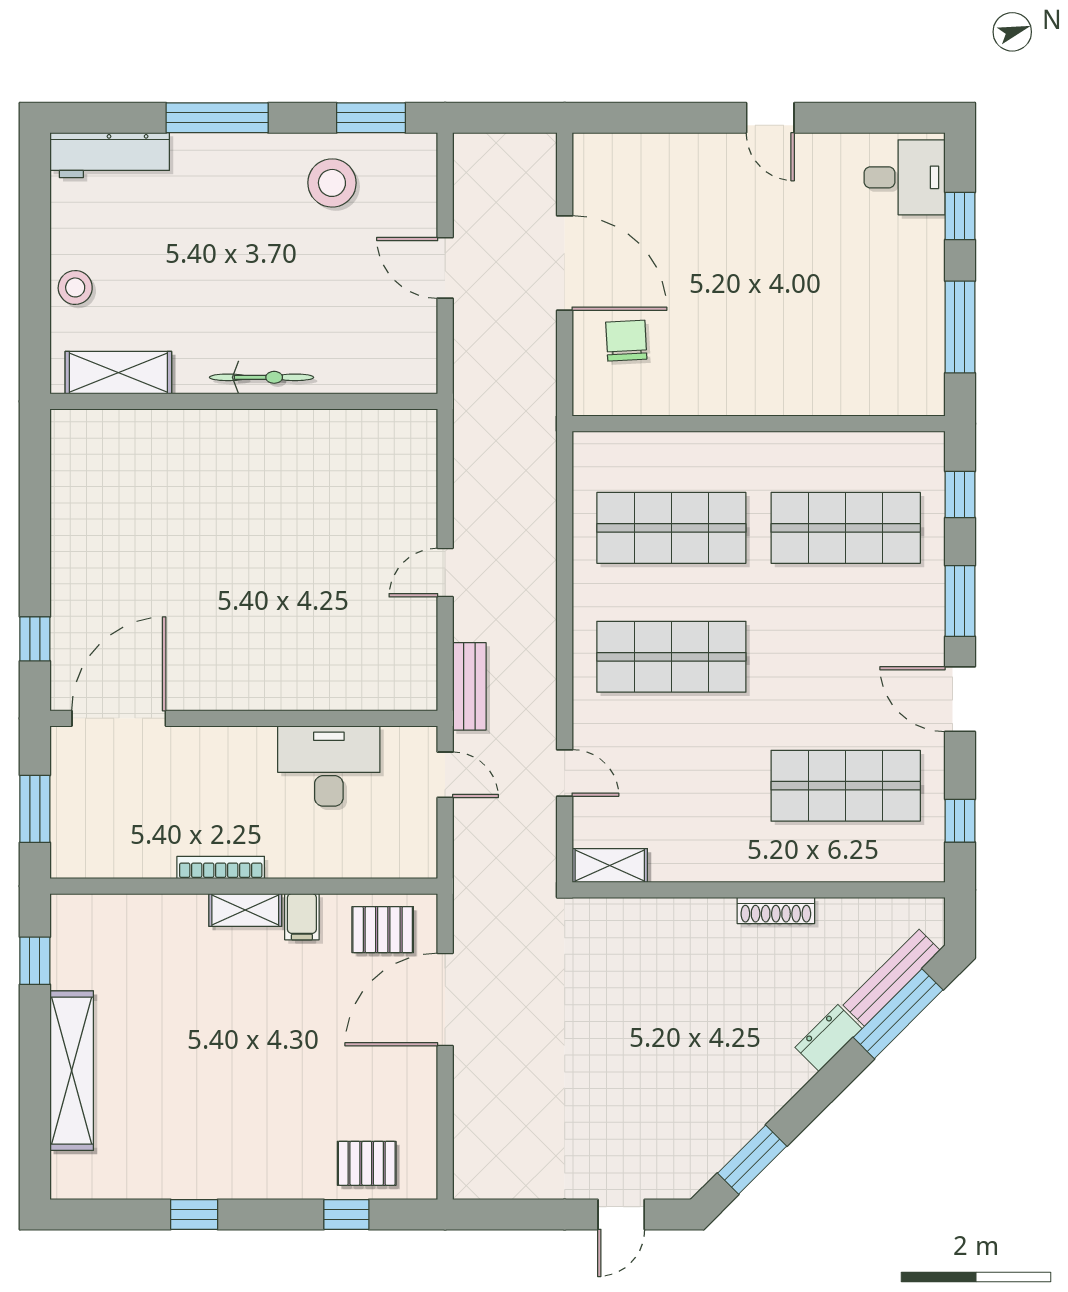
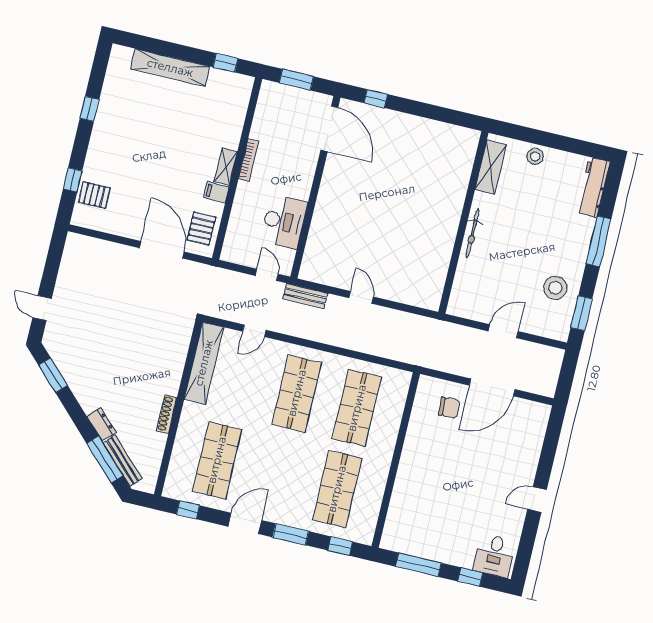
door: (445, 775) -> (267, 275), swing flipped
shelving: (610, 865) -> (204, 363), width x2.20, depth x1.33
pallet: (367, 1163) -> (94, 195), turned 90

